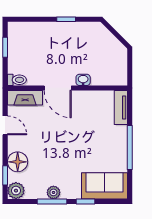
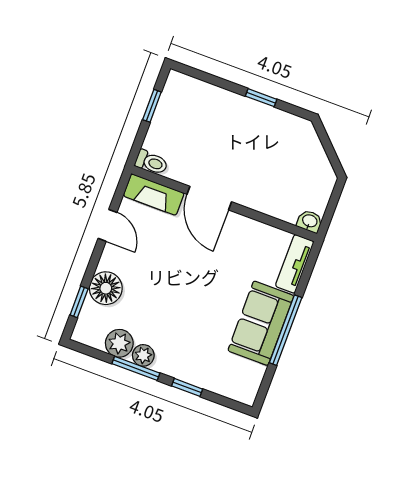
washbasin: (83, 80) -> (310, 221), moved
sofa: (105, 186) -> (261, 323), moved, turned -90
plant: (16, 191) -> (119, 343), moved

